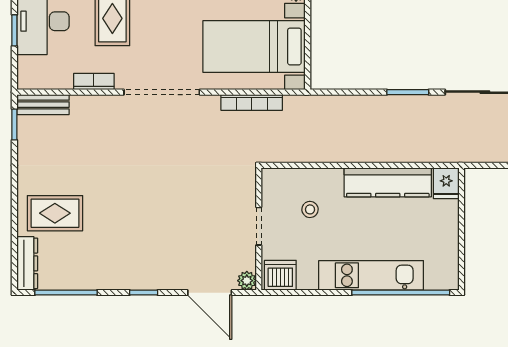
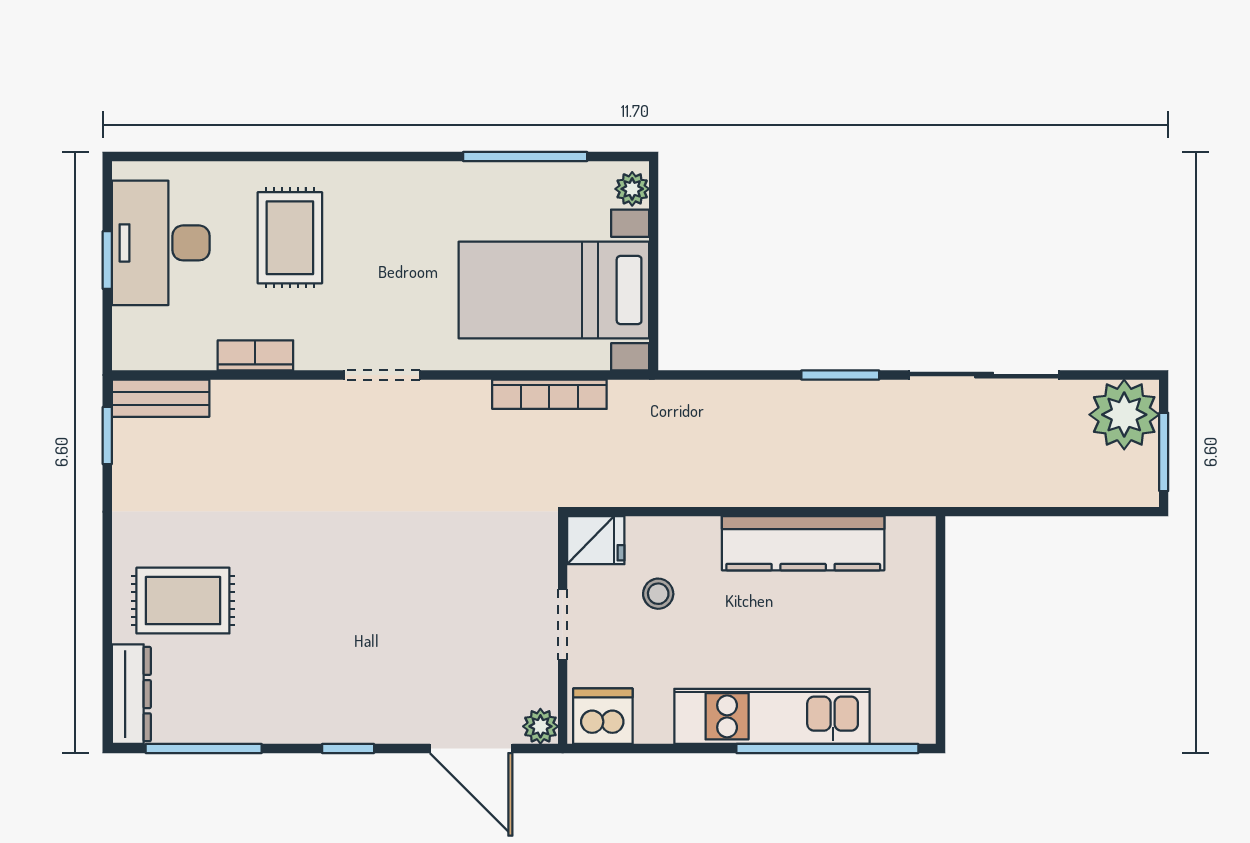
doorway: (162, 92) -> (382, 375), width x0.53
fridge: (446, 183) -> (596, 540), moved, turned -90

